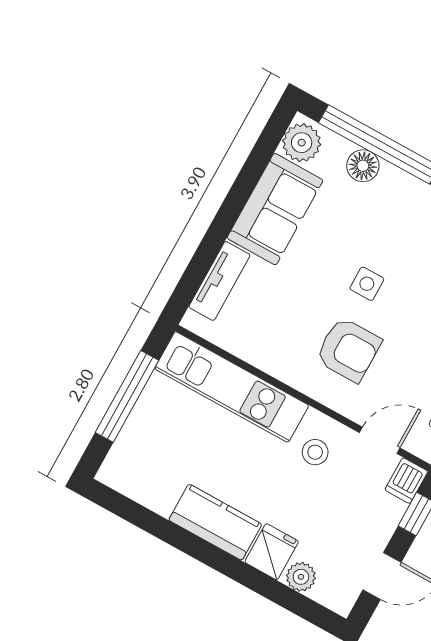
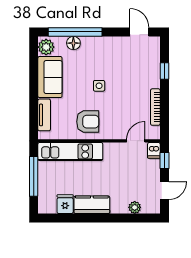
armchair: (348, 350) -> (88, 122), moved
stool: (315, 452) -> (114, 158), removed
fridge: (272, 552) -> (65, 204), moved

